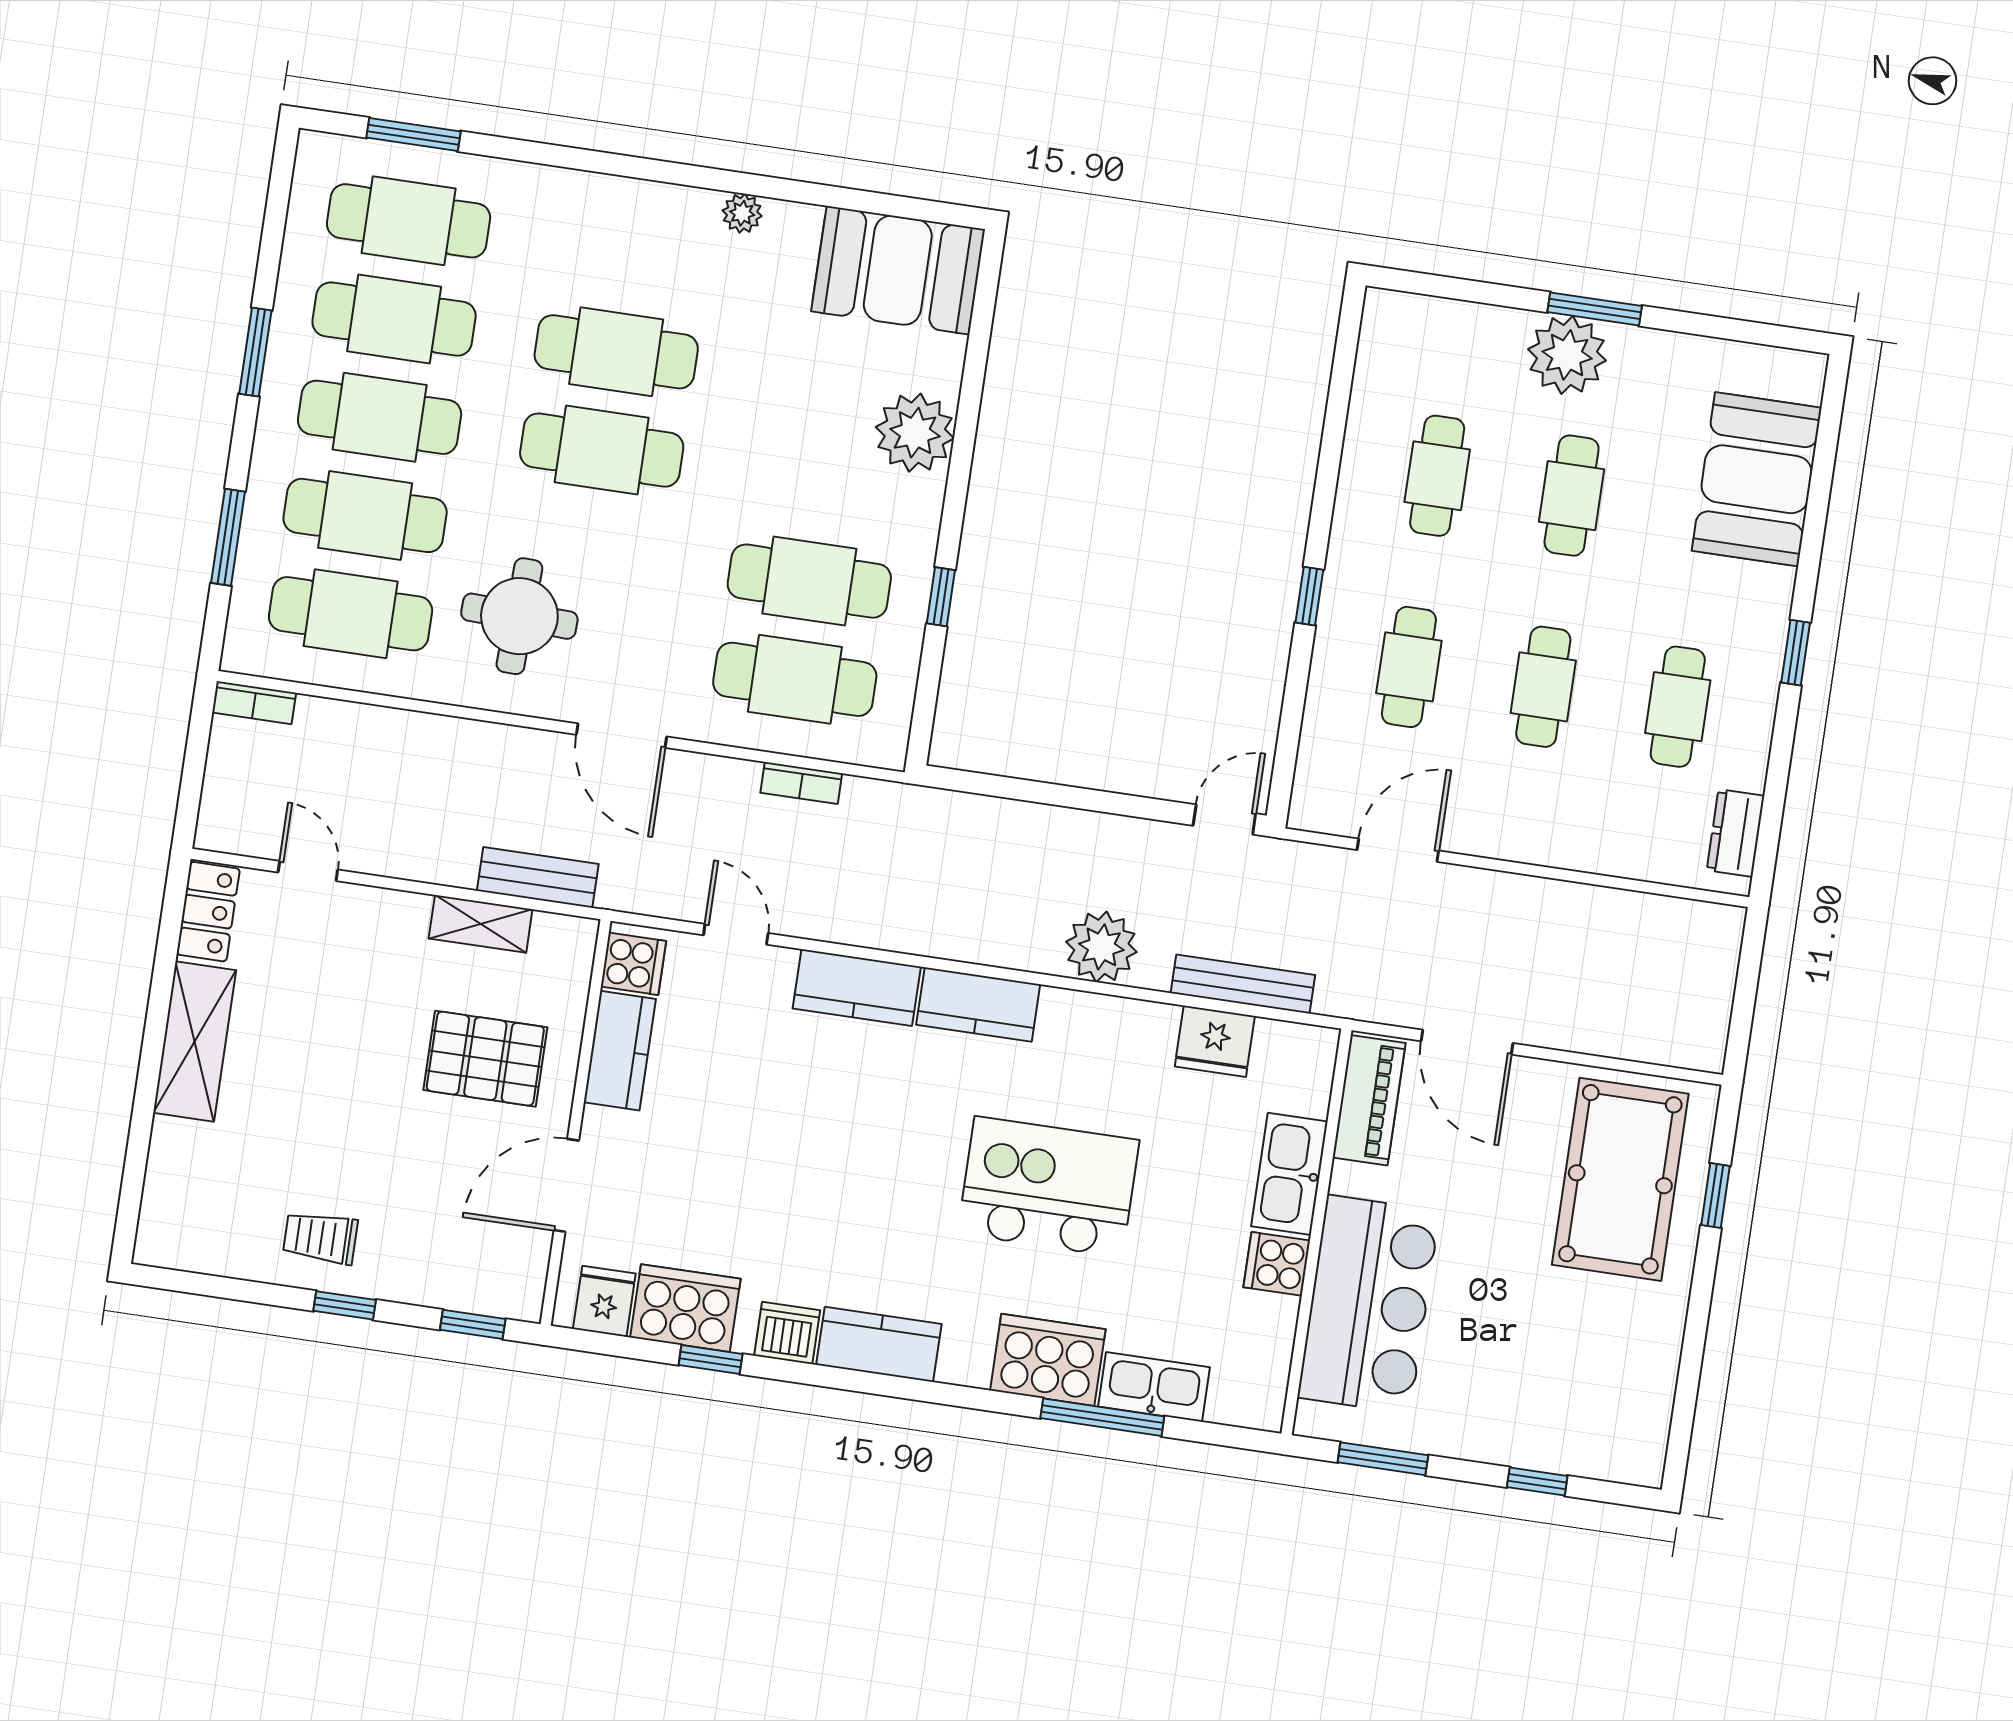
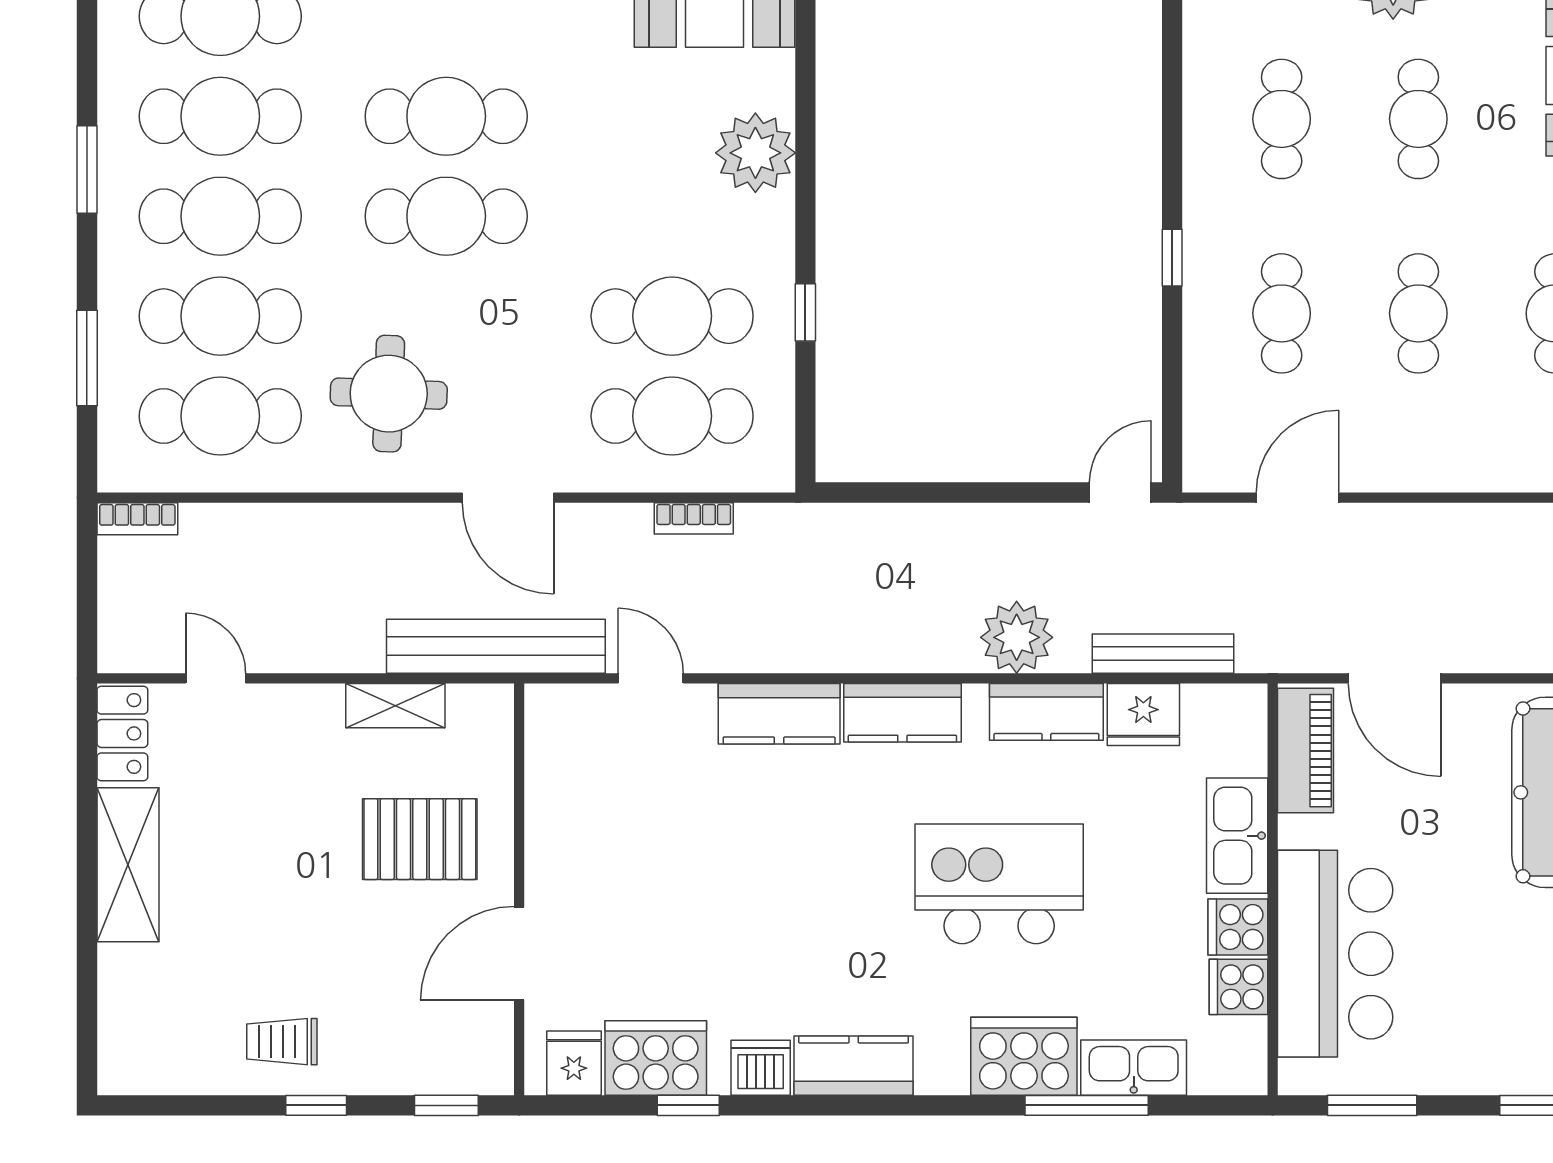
bench: (538, 877) -> (496, 646), width x1.86, depth x1.21
cooker: (633, 964) -> (1238, 987), moved, turned 180
kitchen counter: (620, 1051) -> (1046, 712), moved, turned 90

